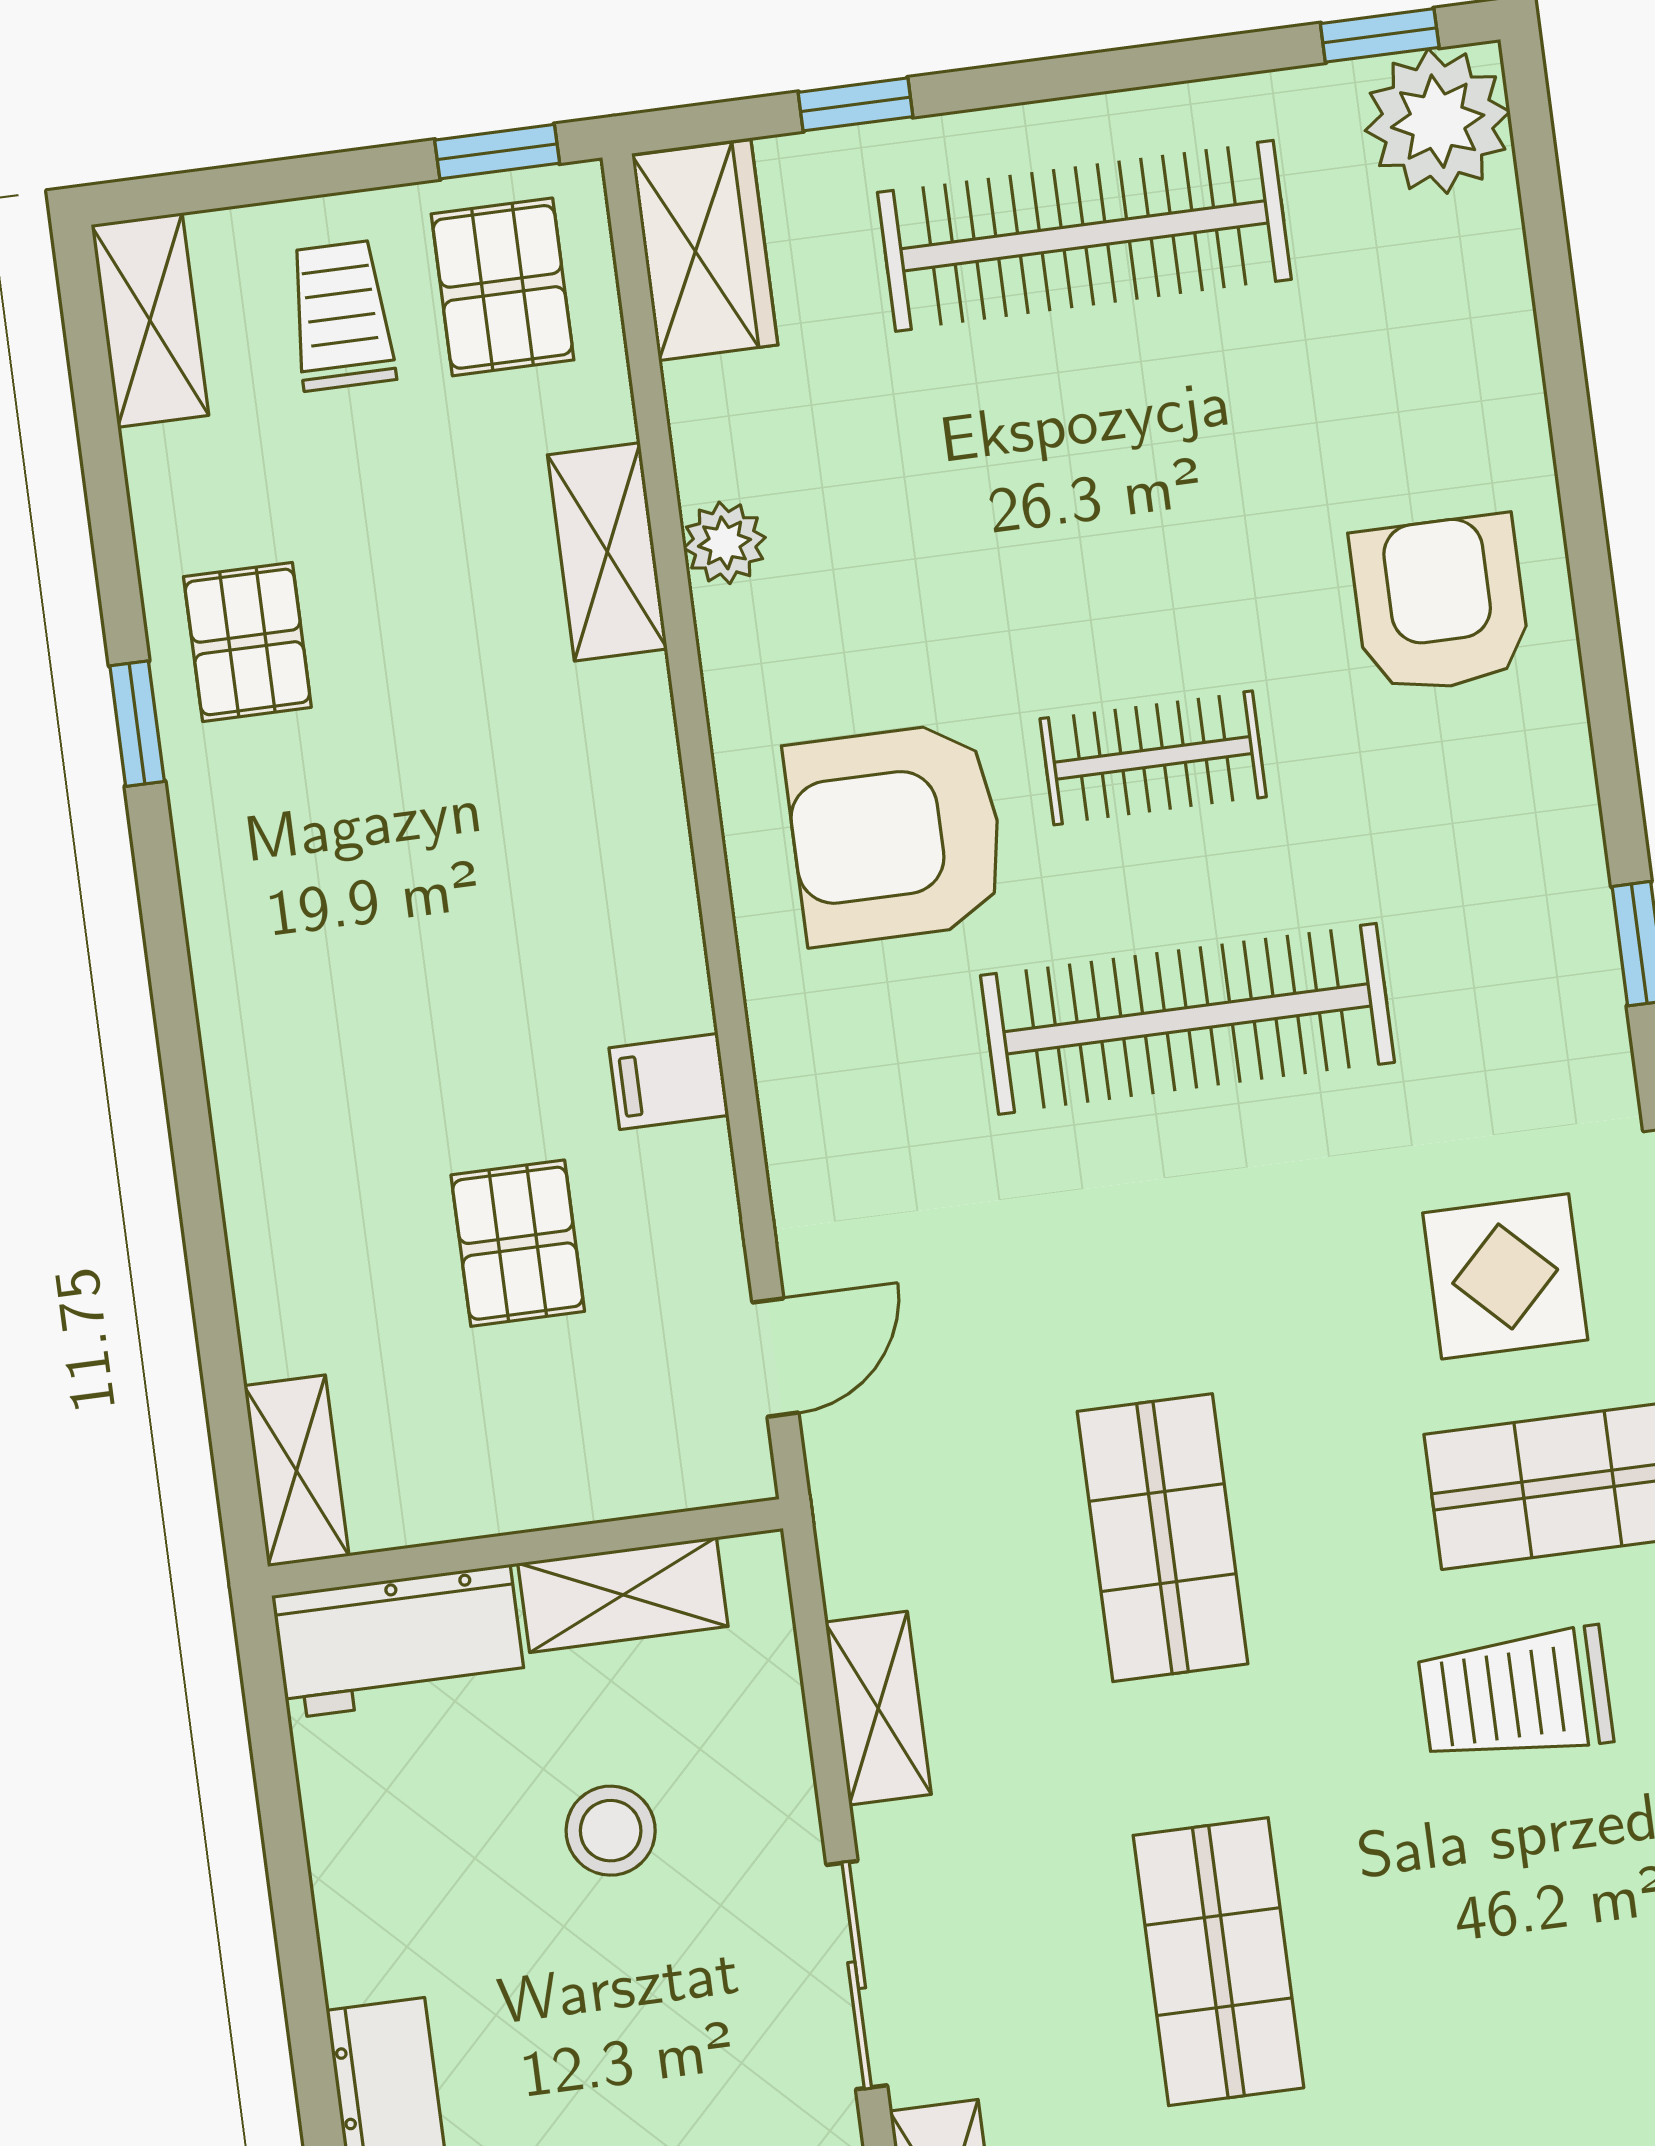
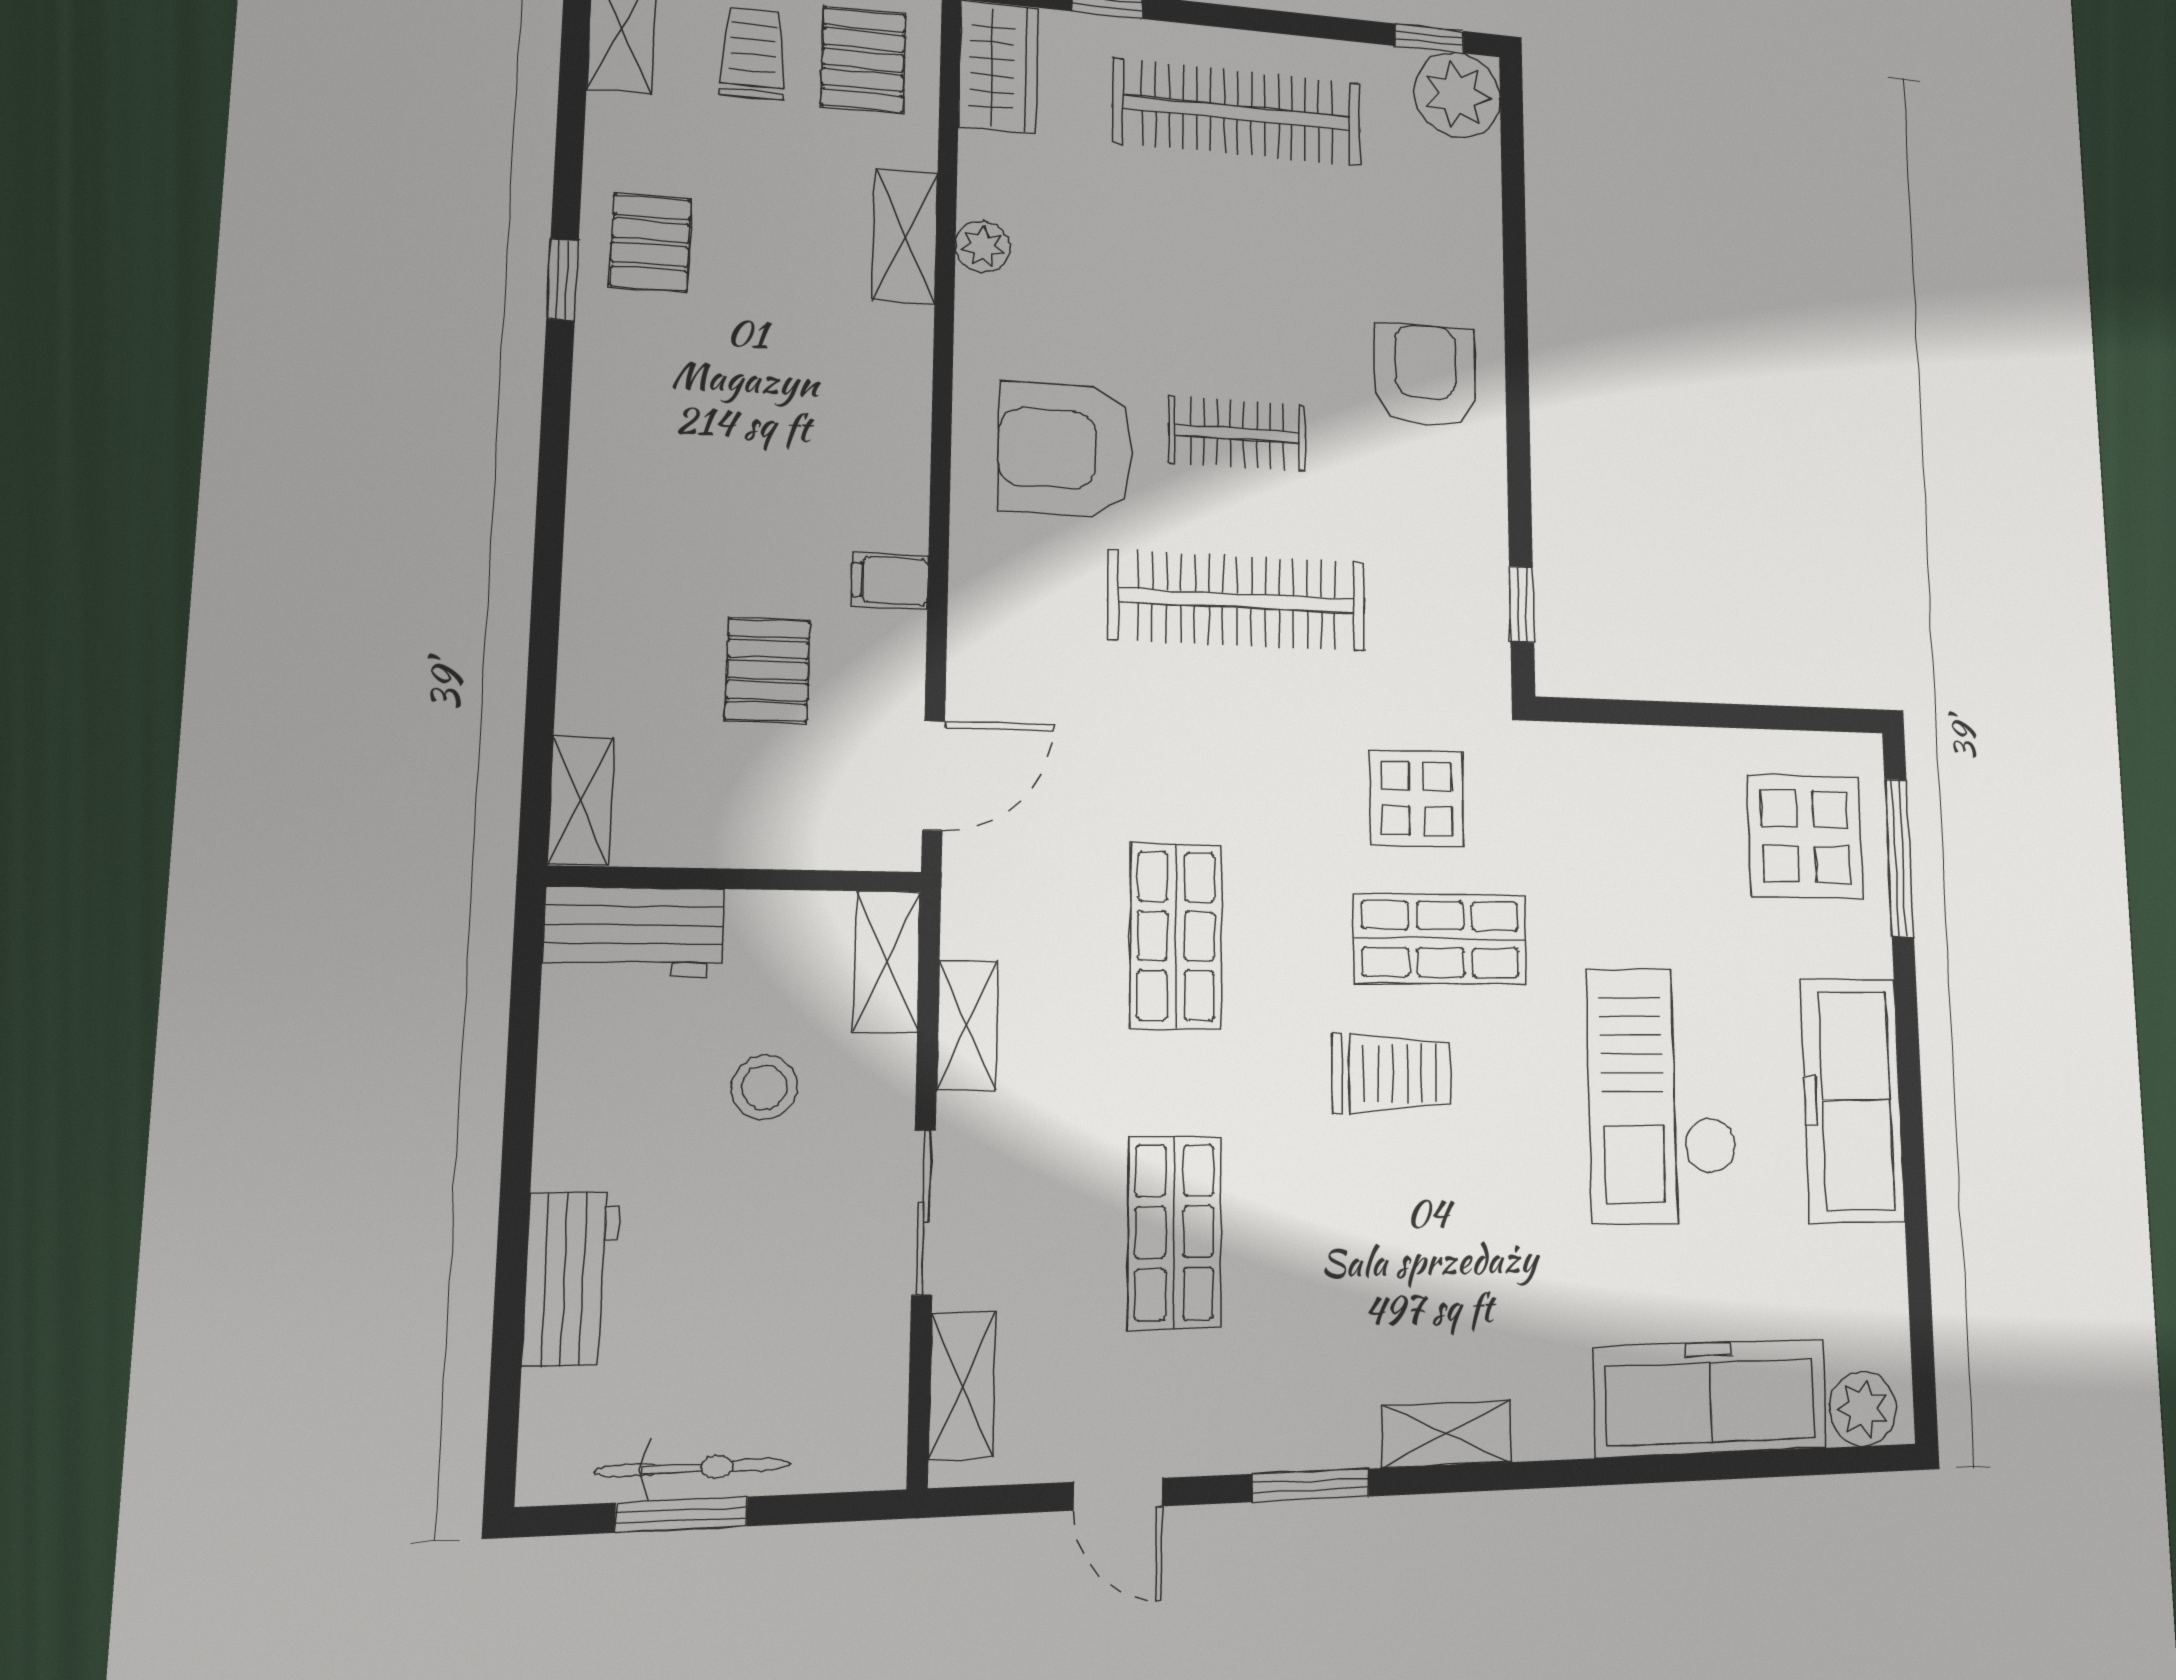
door: (775, 1358) -> (933, 776), width x1.38
shelving: (623, 1595) -> (887, 961), moved, turned 90
trolley: (1516, 1695) -> (1392, 1073), turned 180

